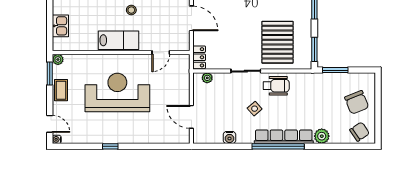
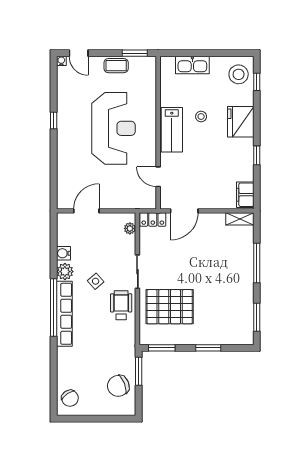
stool: (131, 10) -> (201, 116), moved
door: (191, 18) -> (184, 211), moved
kitchen sink: (60, 26) -> (192, 65), width x1.38
plant: (58, 59) -> (150, 62), removed
wheelchair: (276, 86) -> (121, 305), turned 180
chair: (357, 102) -> (118, 386), moved
door: (50, 124) -> (79, 53), hinge flipped
plant: (322, 136) -> (65, 272), moved

